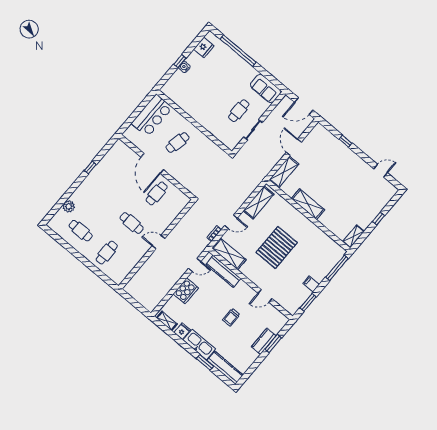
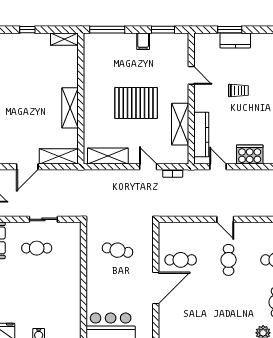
cafe table: (177, 143) -> (118, 250), moved
shelving: (229, 254) -> (180, 124), moved

